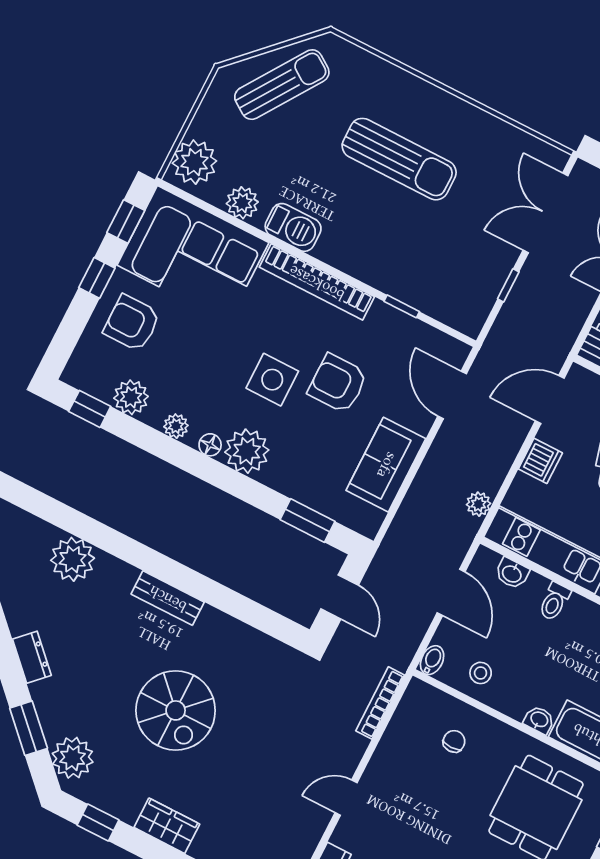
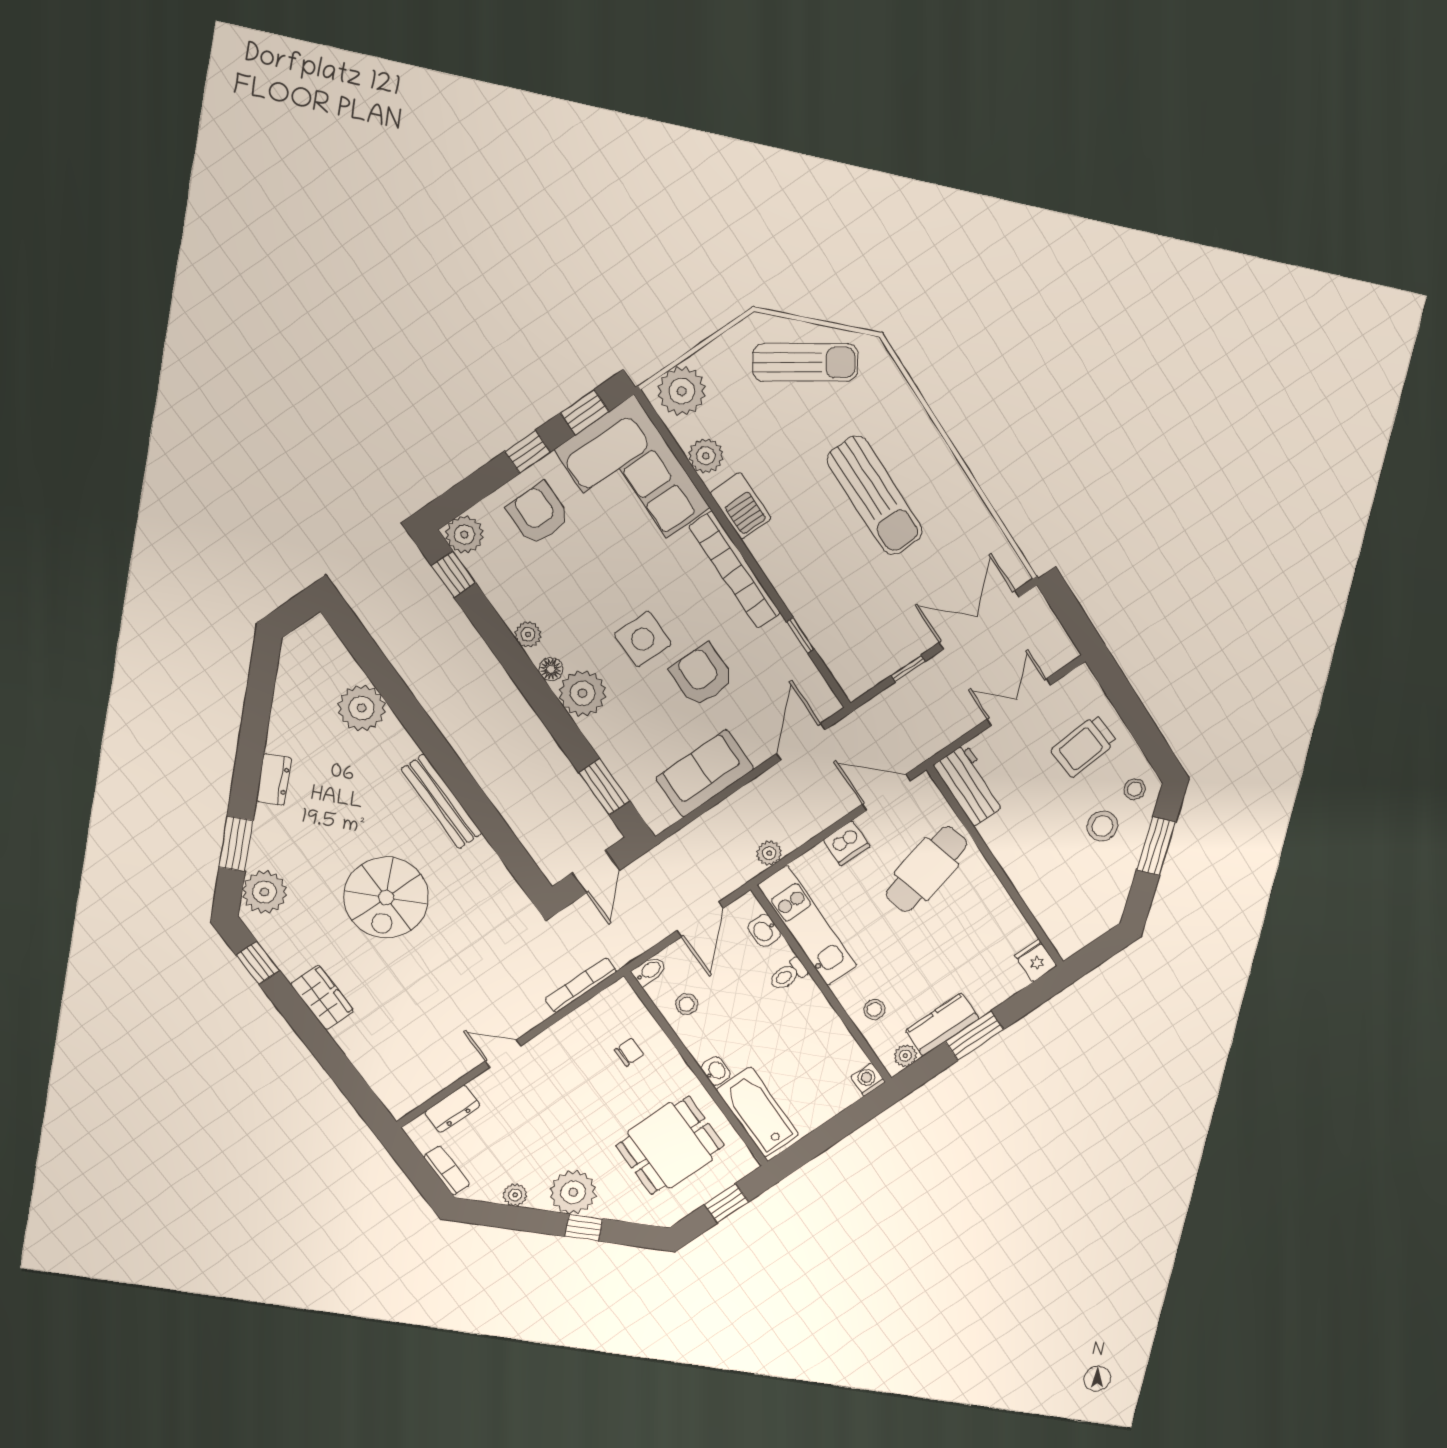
plant: (131, 397) -> (464, 535), moved
bench: (168, 598) -> (442, 801), width x1.36

